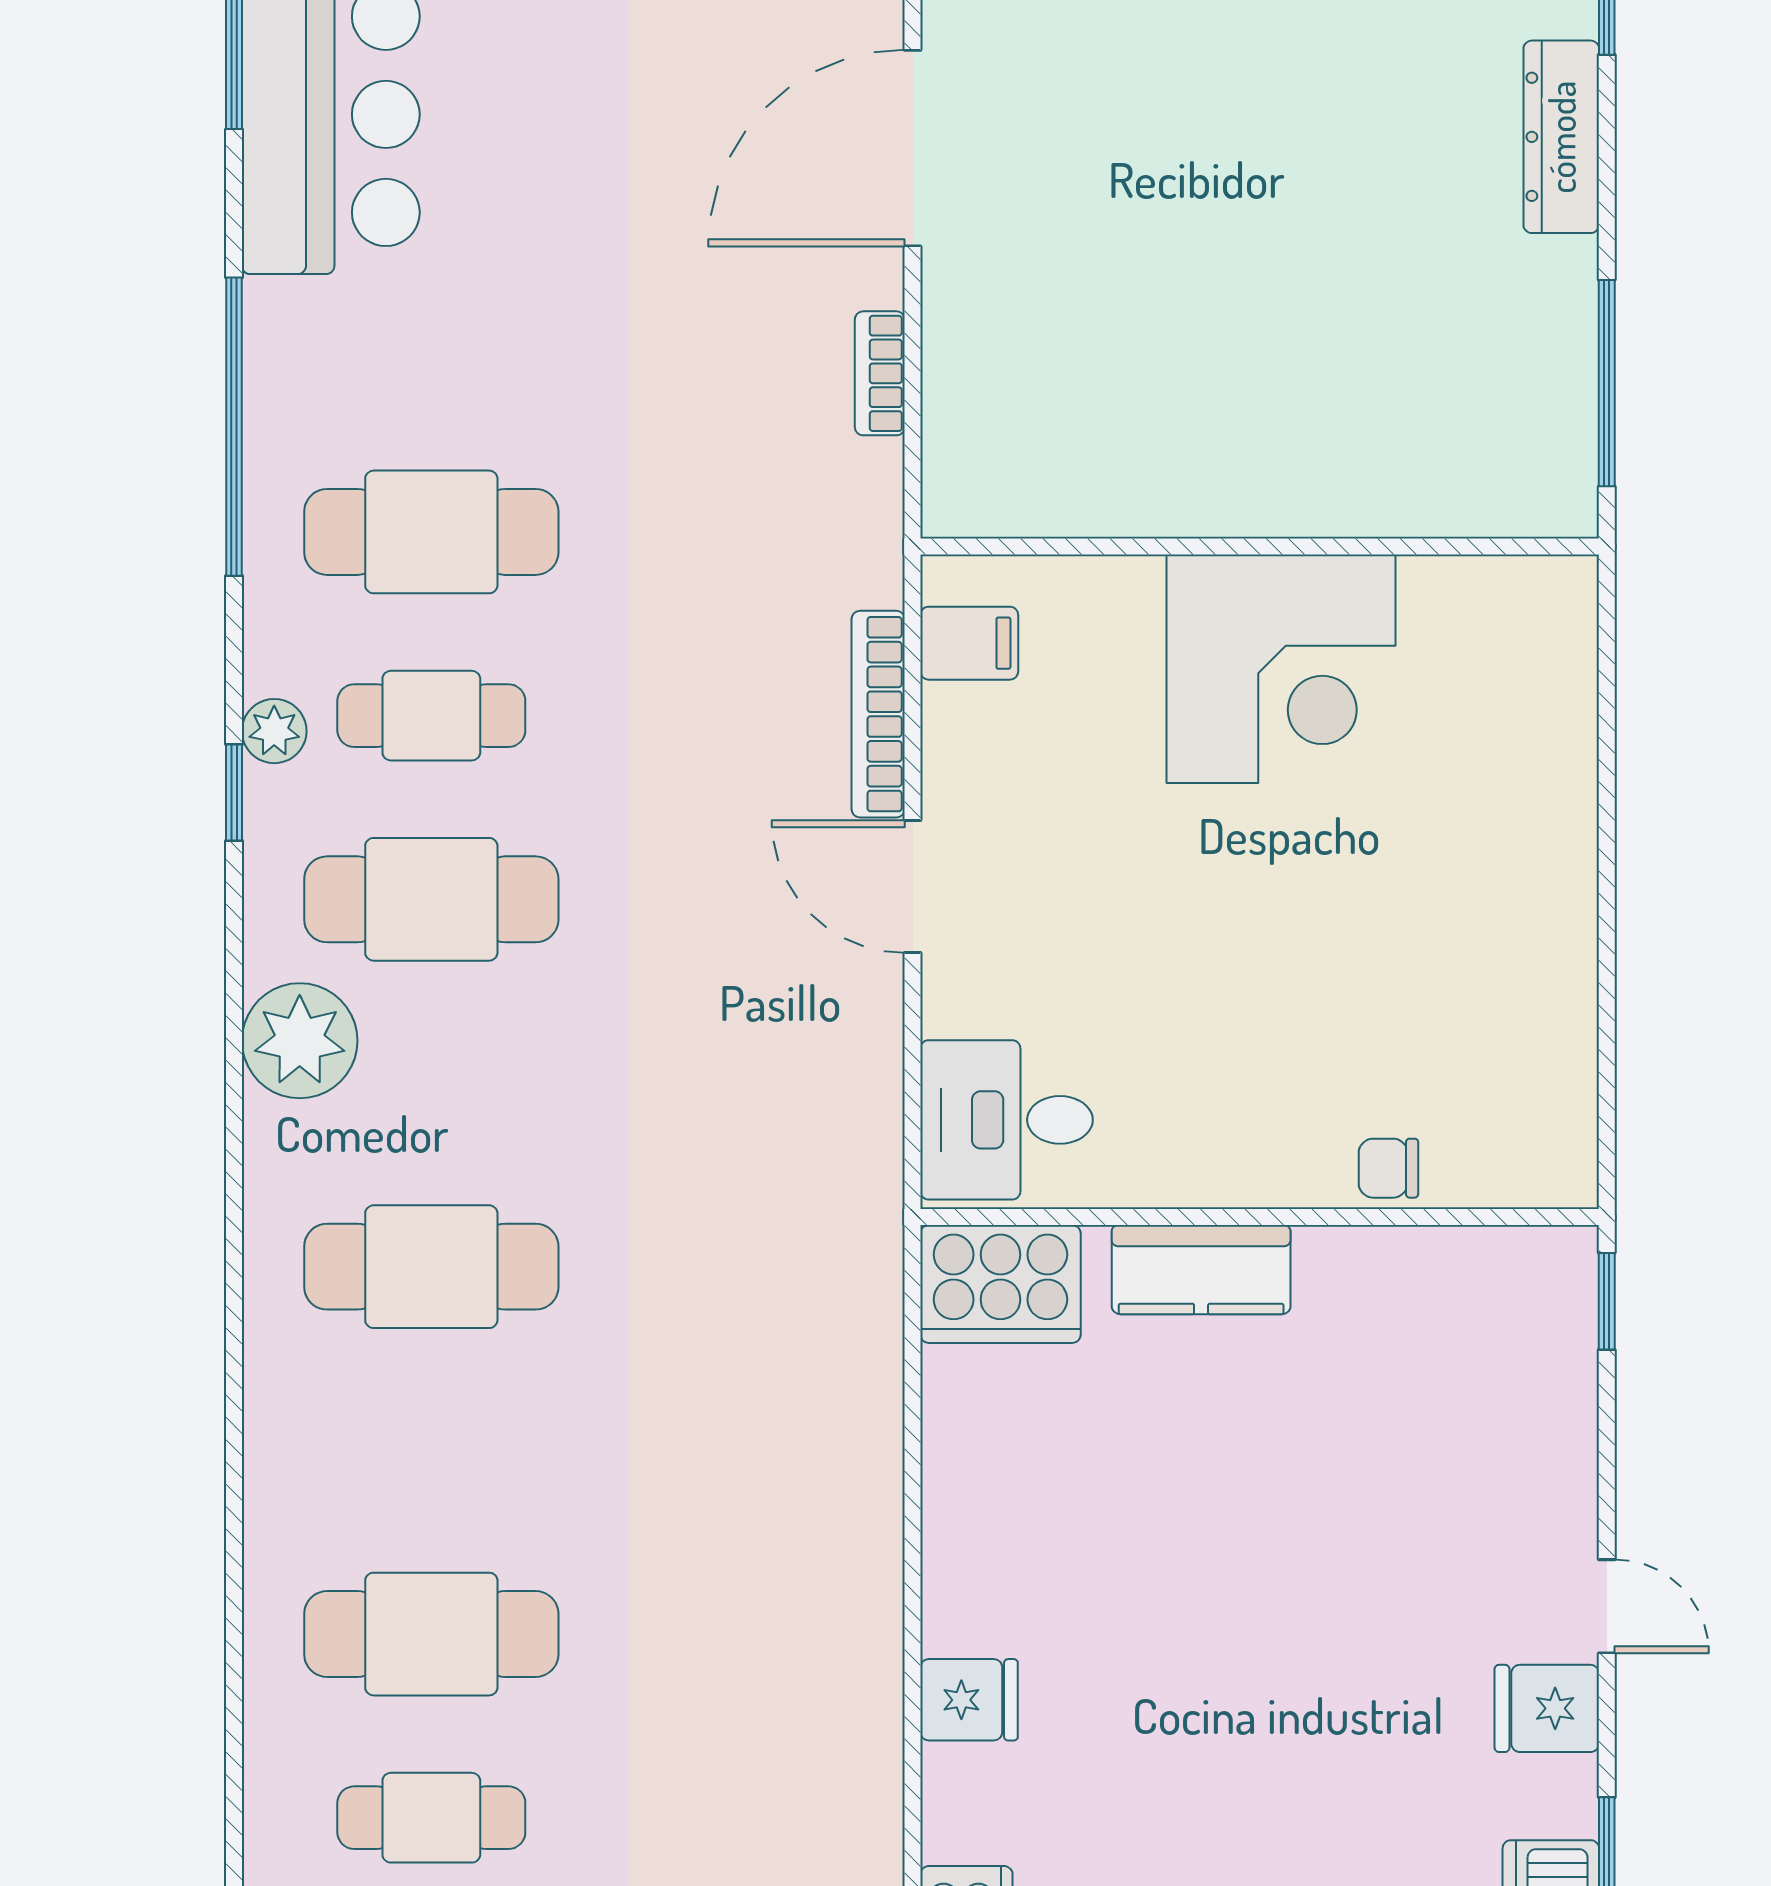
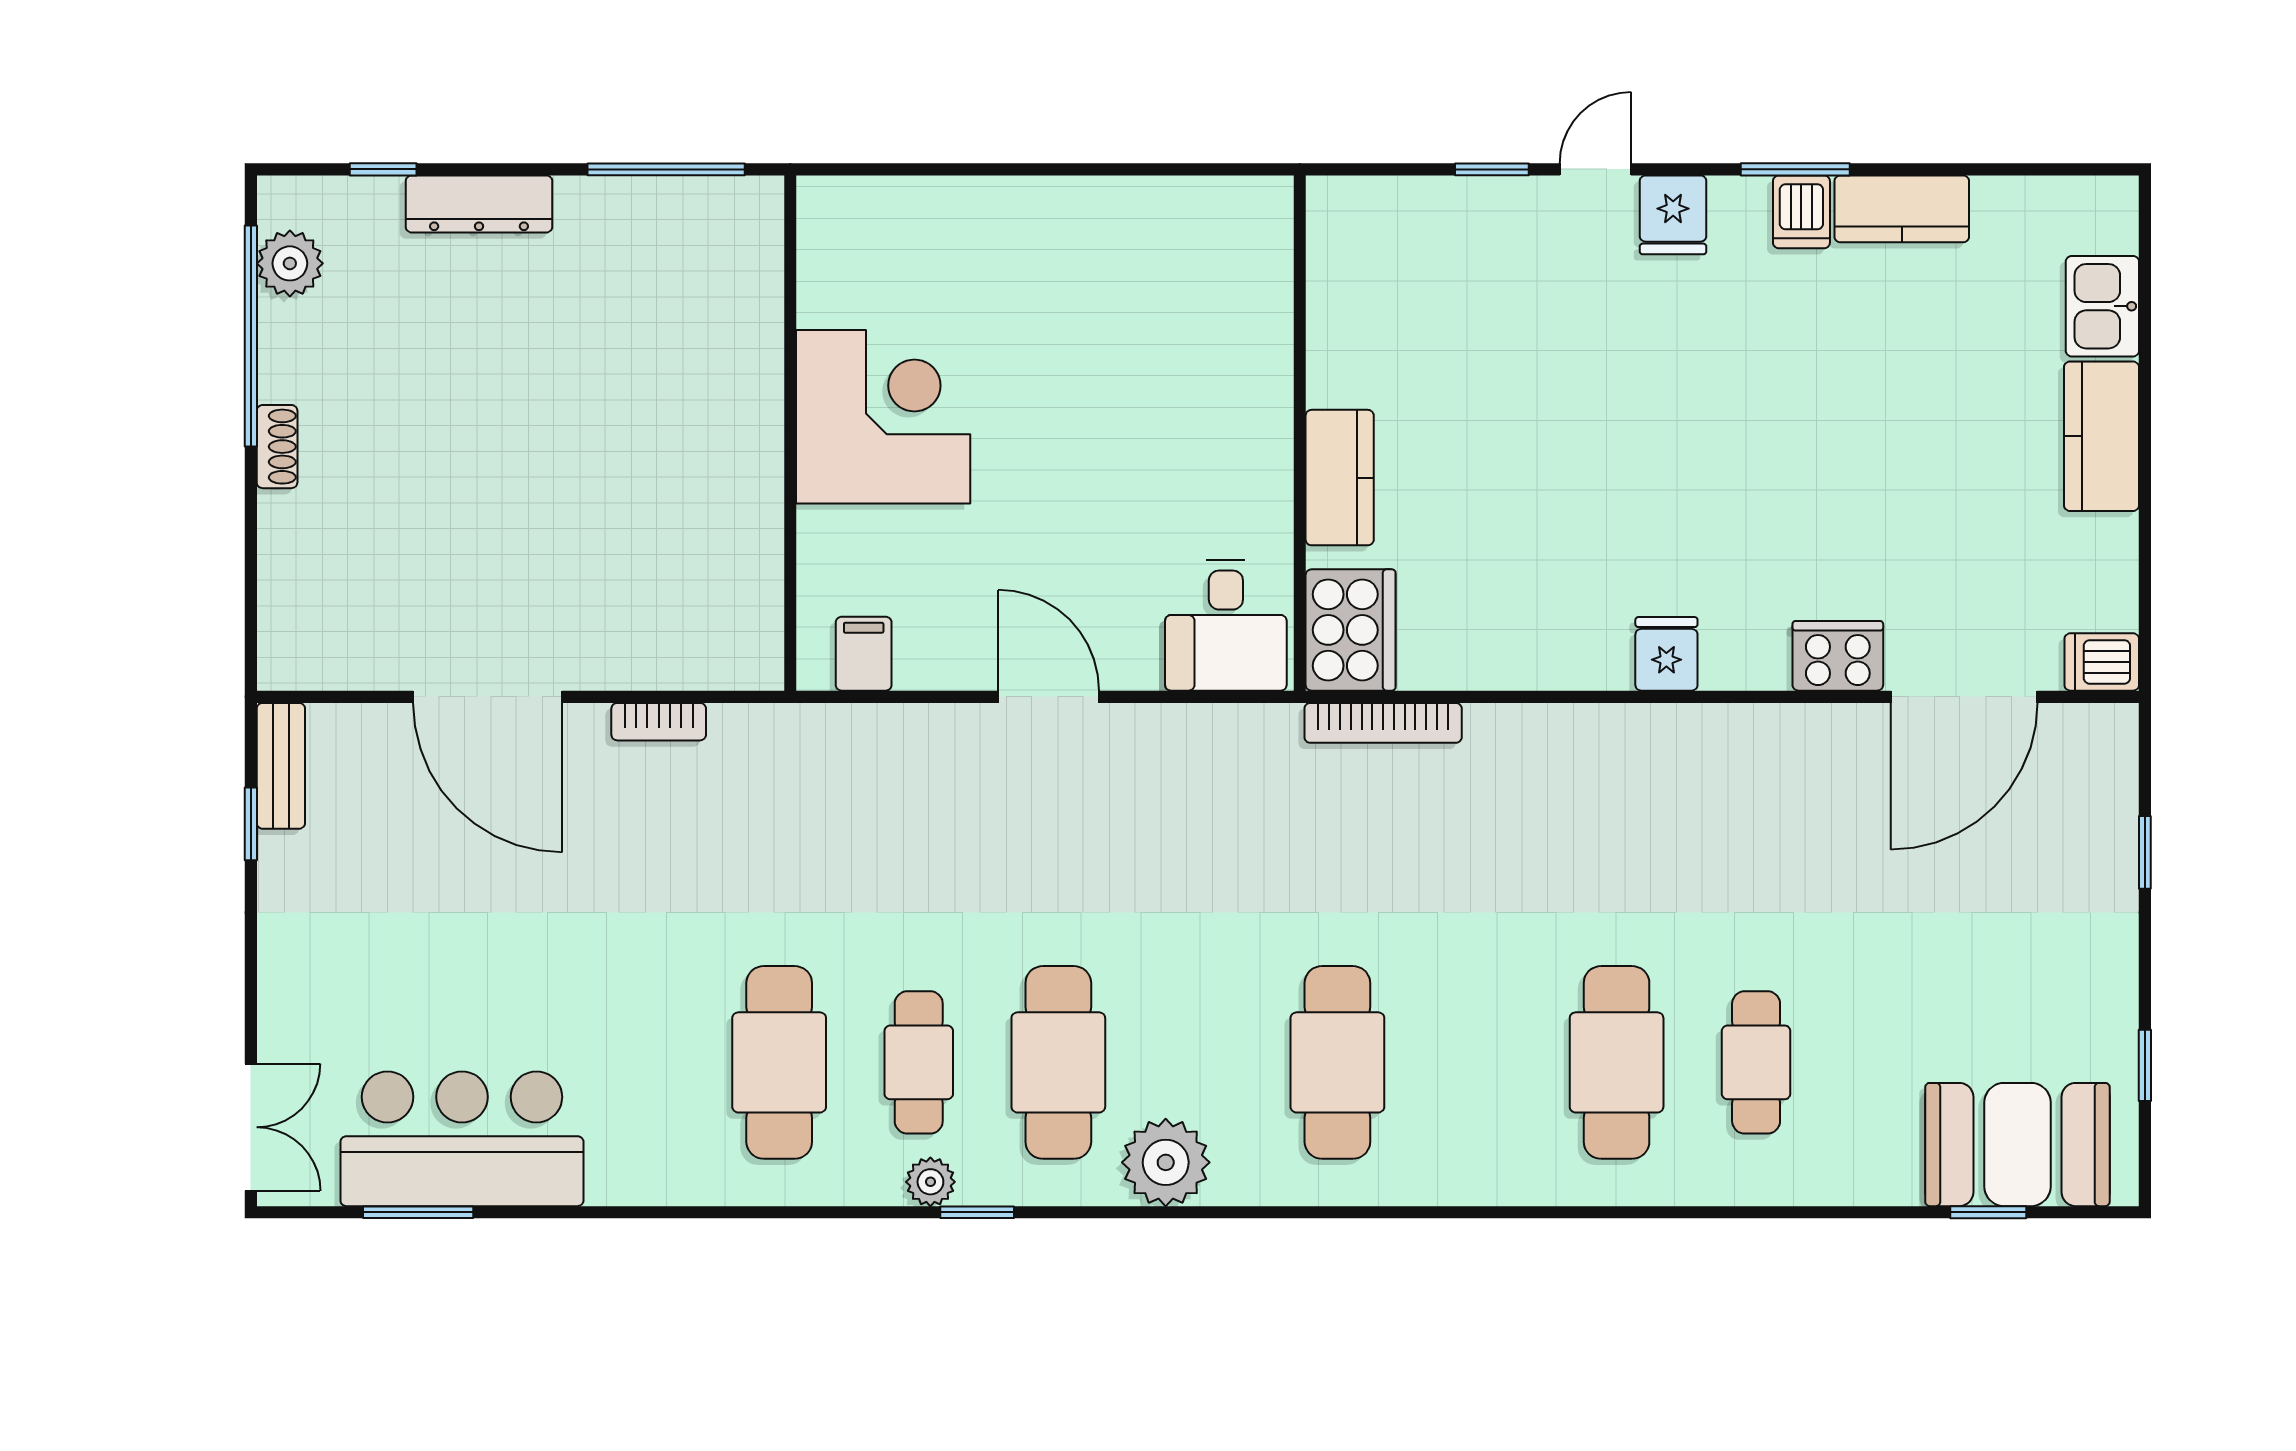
window: (234, 427) -> (699, 1212), removed
bookcase: (878, 714) -> (1383, 723), moved
door: (913, 887) -> (1049, 697), swing flipped
chair: (1388, 1168) -> (1263, 335), removed
window: (1607, 1301) -> (1492, 169), moved

